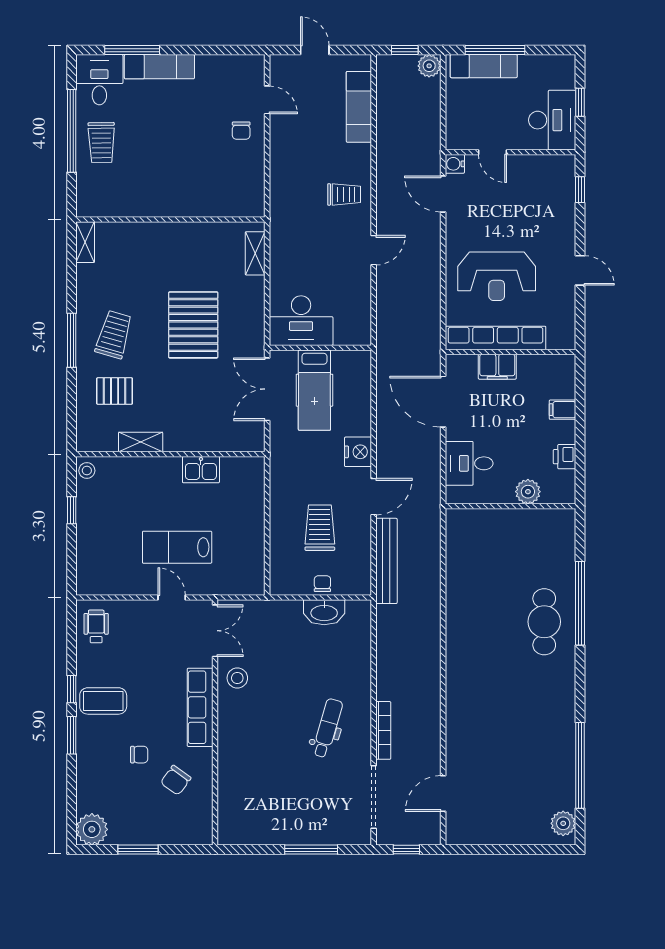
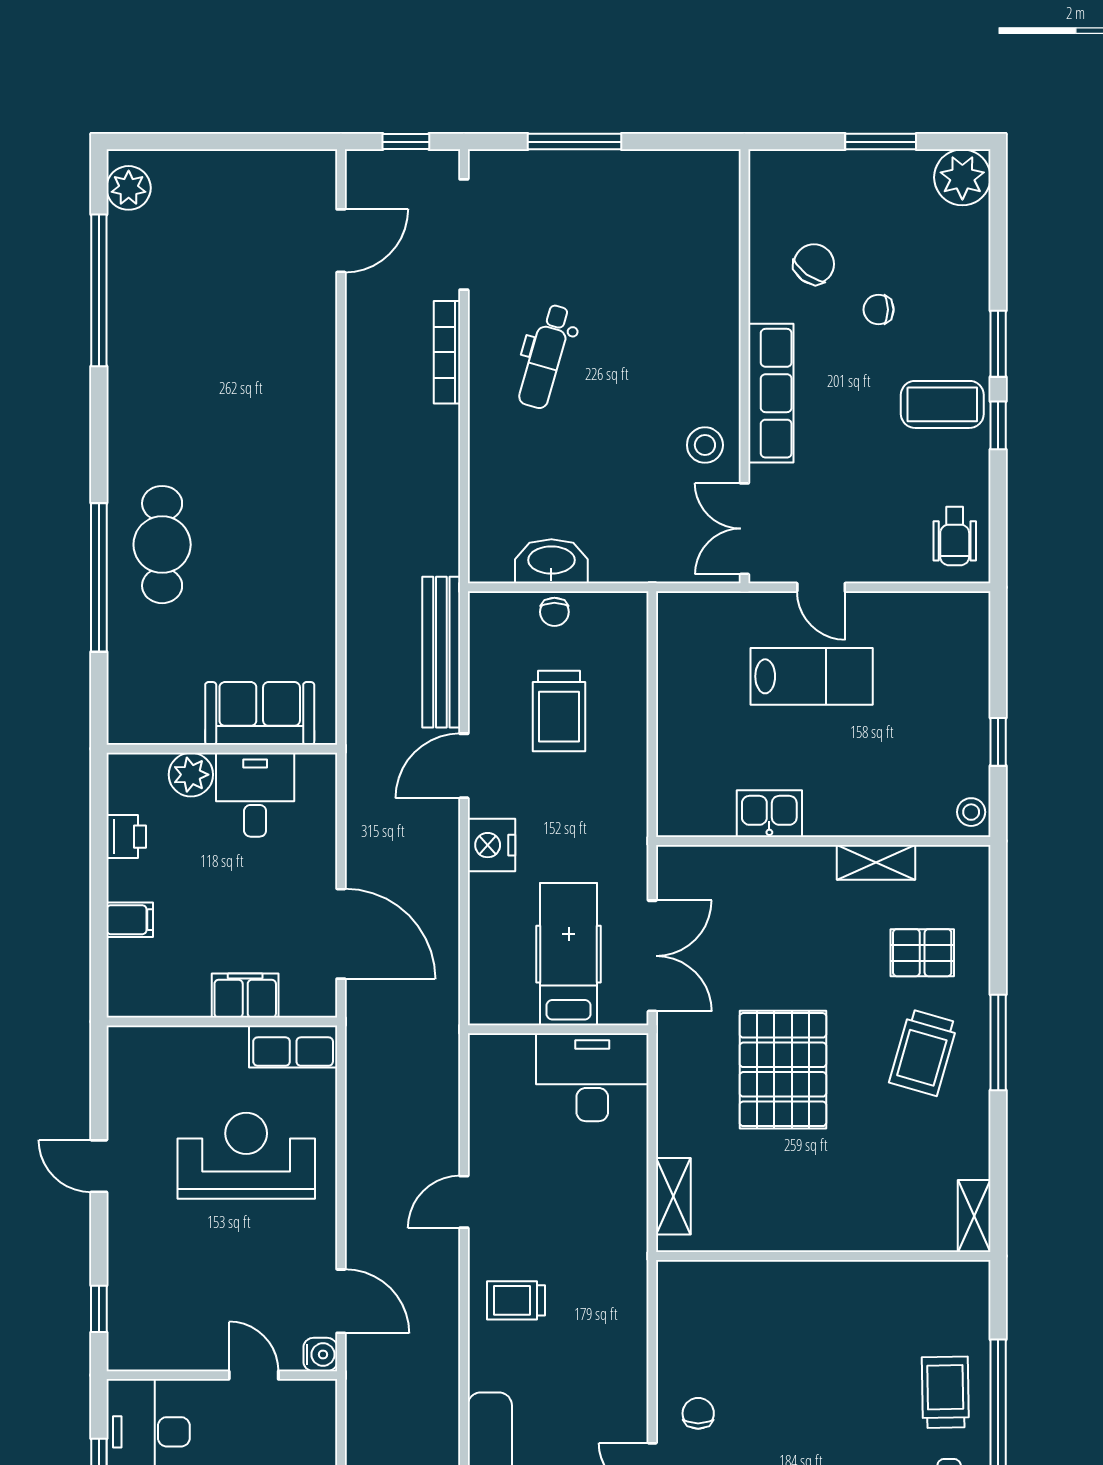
row of seats: (495, 338) -> (293, 1046), width x0.50
desk: (469, 463) -> (255, 795), moved, turned -90
sofa: (489, 526) -> (260, 713), added

